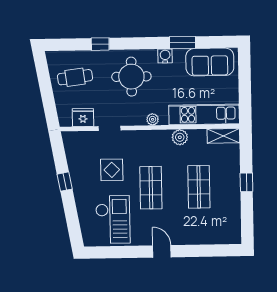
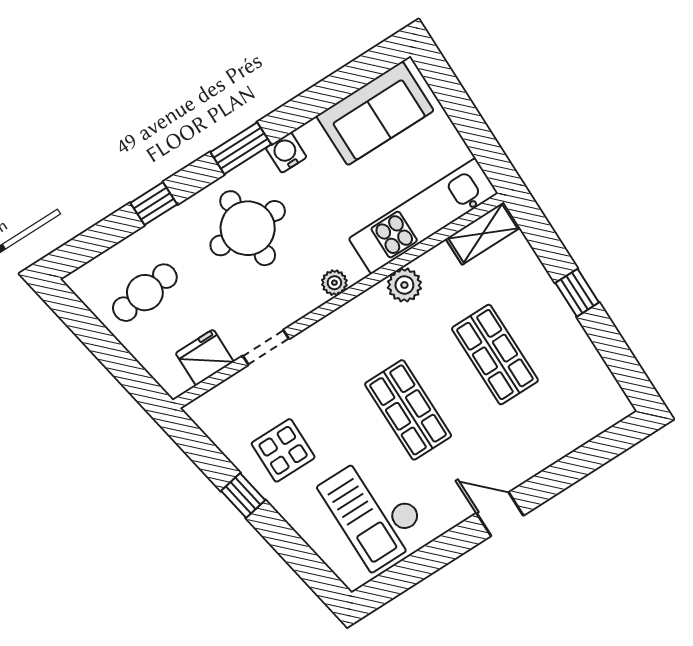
window: (182, 43) -> (241, 148), moved
display table: (112, 170) -> (283, 450), moved
checkout: (113, 220) -> (374, 511), turned 180

